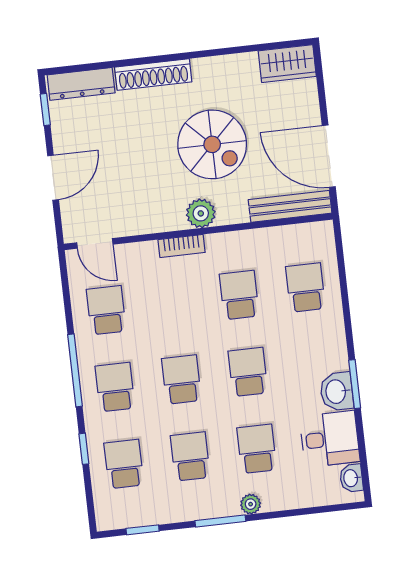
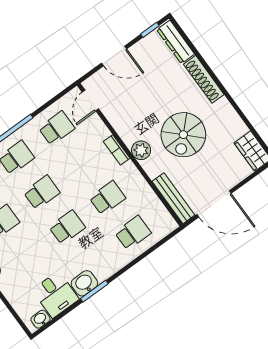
door: (329, 156) -> (214, 204), swing flipped
school desk: (257, 449) -> (27, 257), removed

